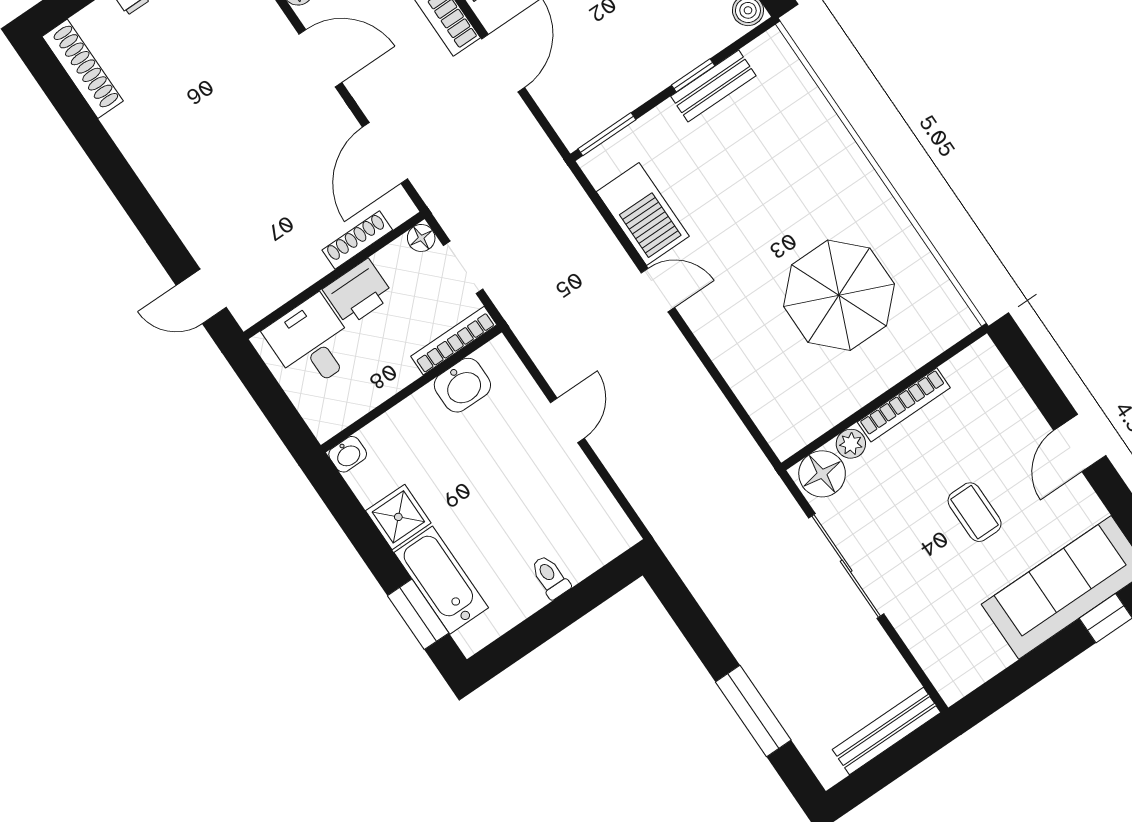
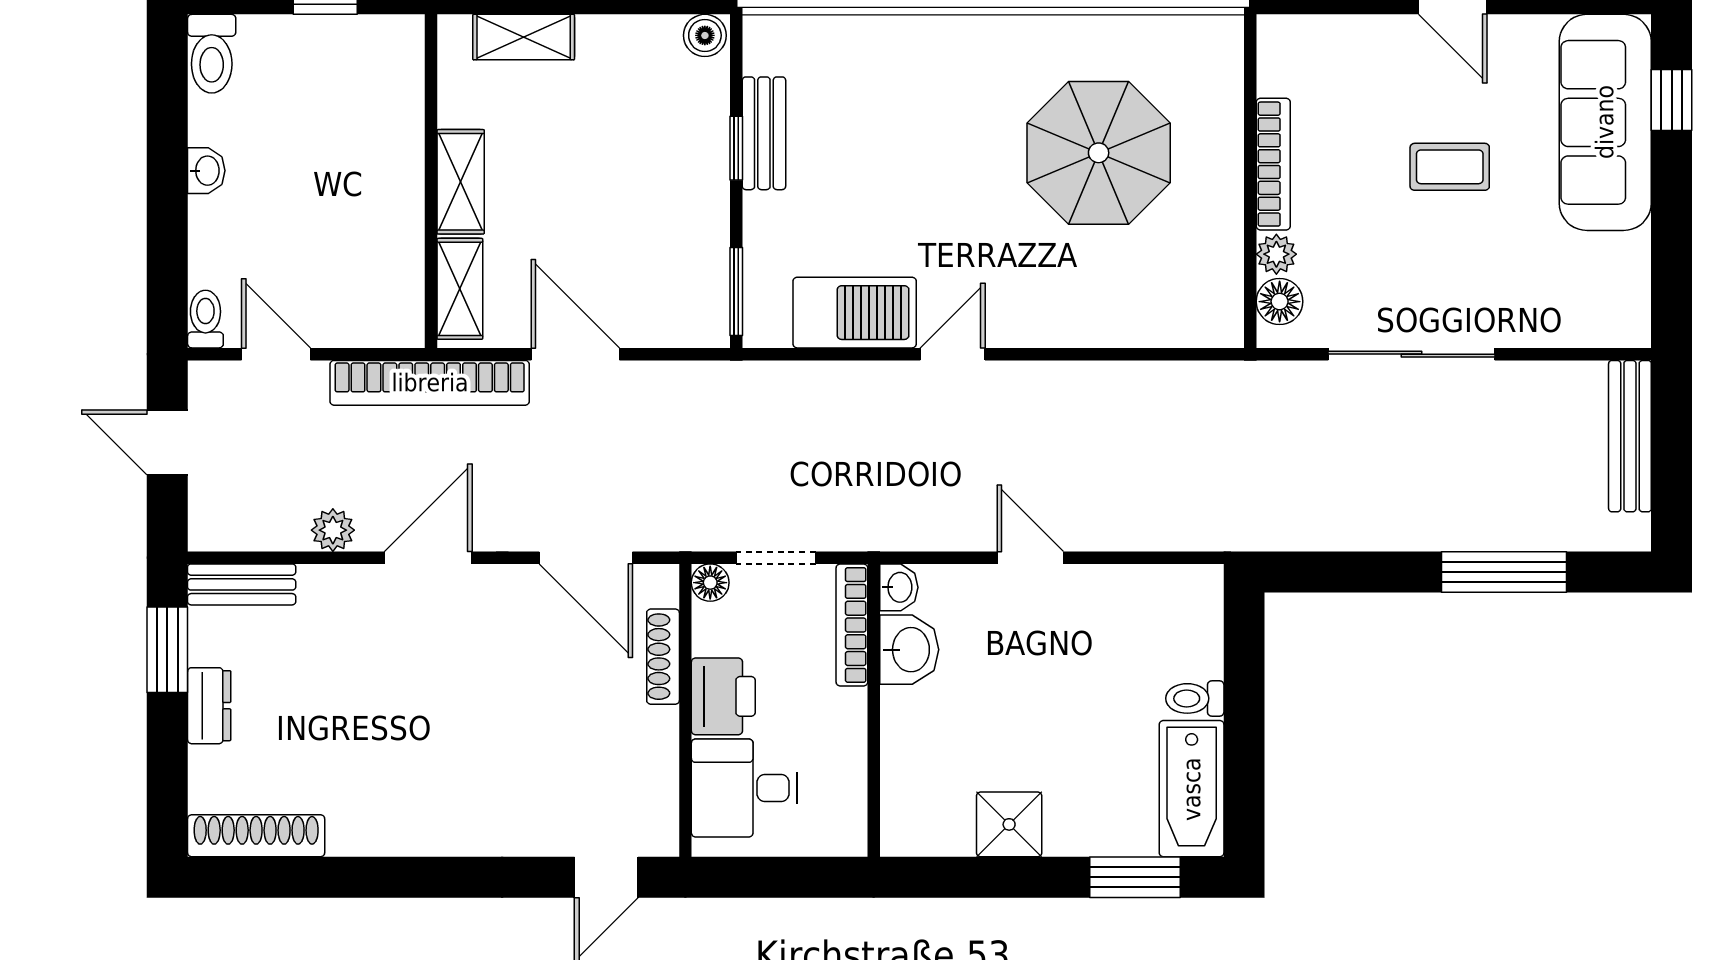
washbasin: (348, 454) -> (899, 587), moved
floor lamp: (822, 474) -> (1280, 302), width x0.73, depth x0.73
bathtub: (441, 580) -> (1192, 789), moved, turned -90

